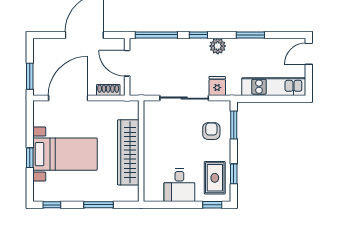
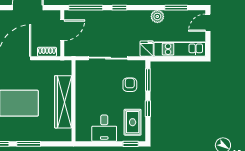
window: (250, 35) -> (176, 8), moved
plant: (218, 46) -> (157, 16), moved
door: (127, 63) -> (62, 30), swing flipped
fridge: (217, 86) -> (147, 49), moved
window: (234, 174) -> (148, 109), moved
window: (99, 205) -> (29, 144), moved

